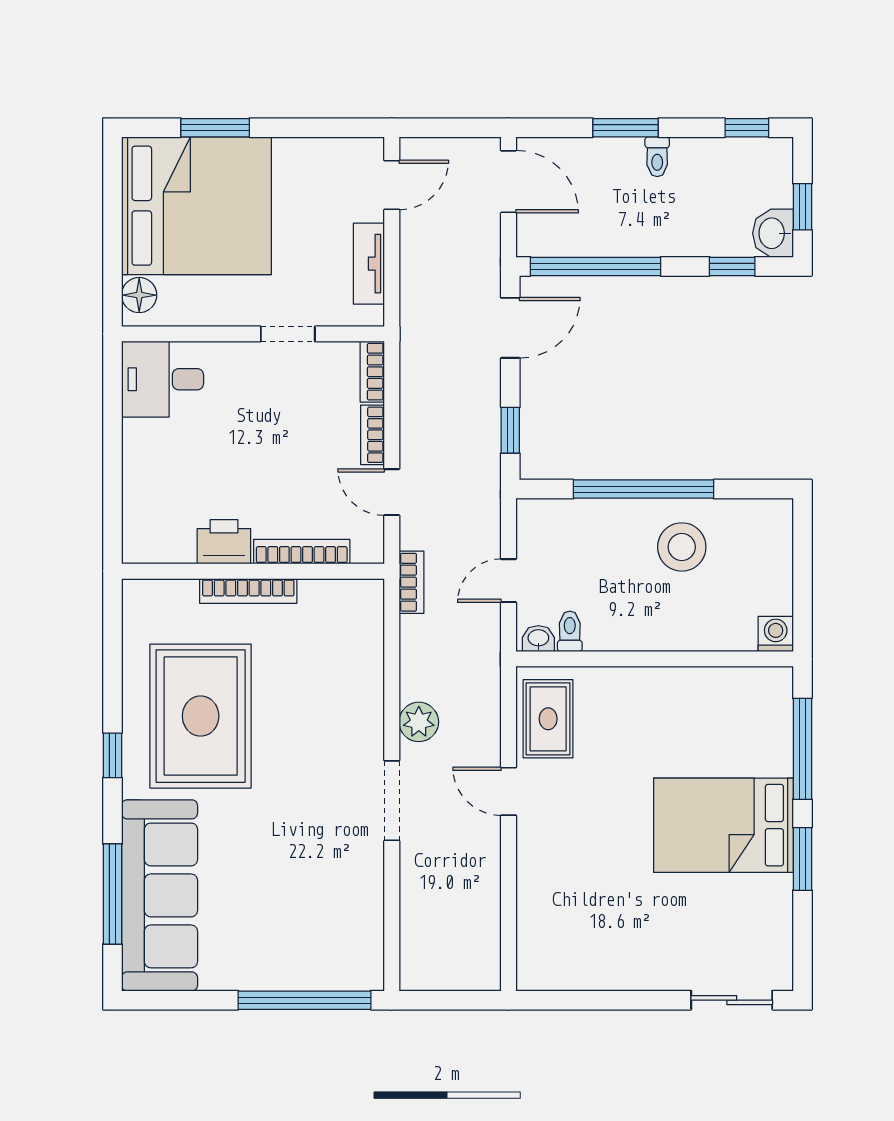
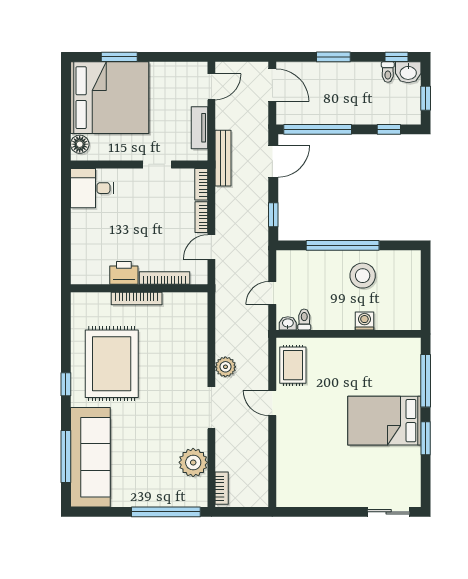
toilet: (657, 157) -> (388, 72), moved
washbasin: (773, 233) -> (408, 72), moved, turned -90
bench: (414, 322) -> (223, 158), added
door: (392, 492) -> (211, 247), hinge flipped
bookcase: (411, 582) -> (222, 488), moved
washing machine: (776, 634) -> (364, 321), moved
plant: (357, 905) -> (193, 462), added

